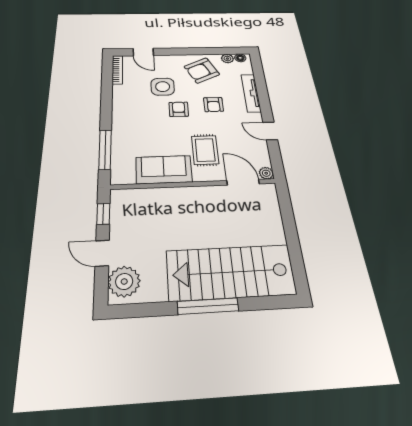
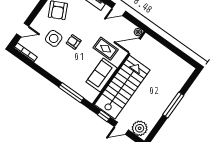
armchair: (213, 105) -> (83, 23), removed
stairs: (230, 272) -> (122, 87), moved, turned 180

